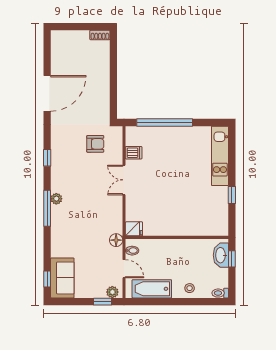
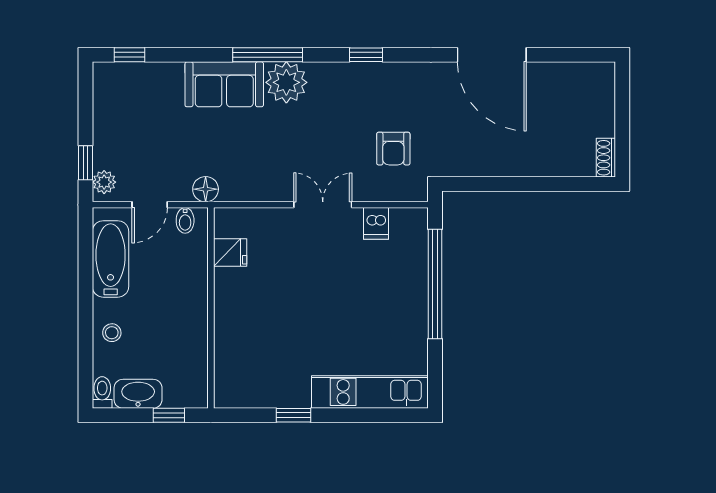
plant: (56, 199) -> (286, 82), width x1.88, depth x1.88
fridge: (134, 229) -> (230, 253), moved, turned -90
washbasin: (221, 255) -> (138, 394), moved
sofa: (62, 278) -> (224, 84), moved

